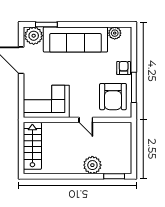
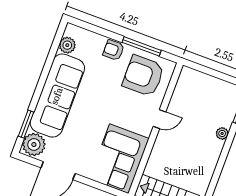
armchair: (113, 97) -> (143, 76), turned 180
plant: (92, 165) -> (222, 133), width x0.53, depth x0.53

